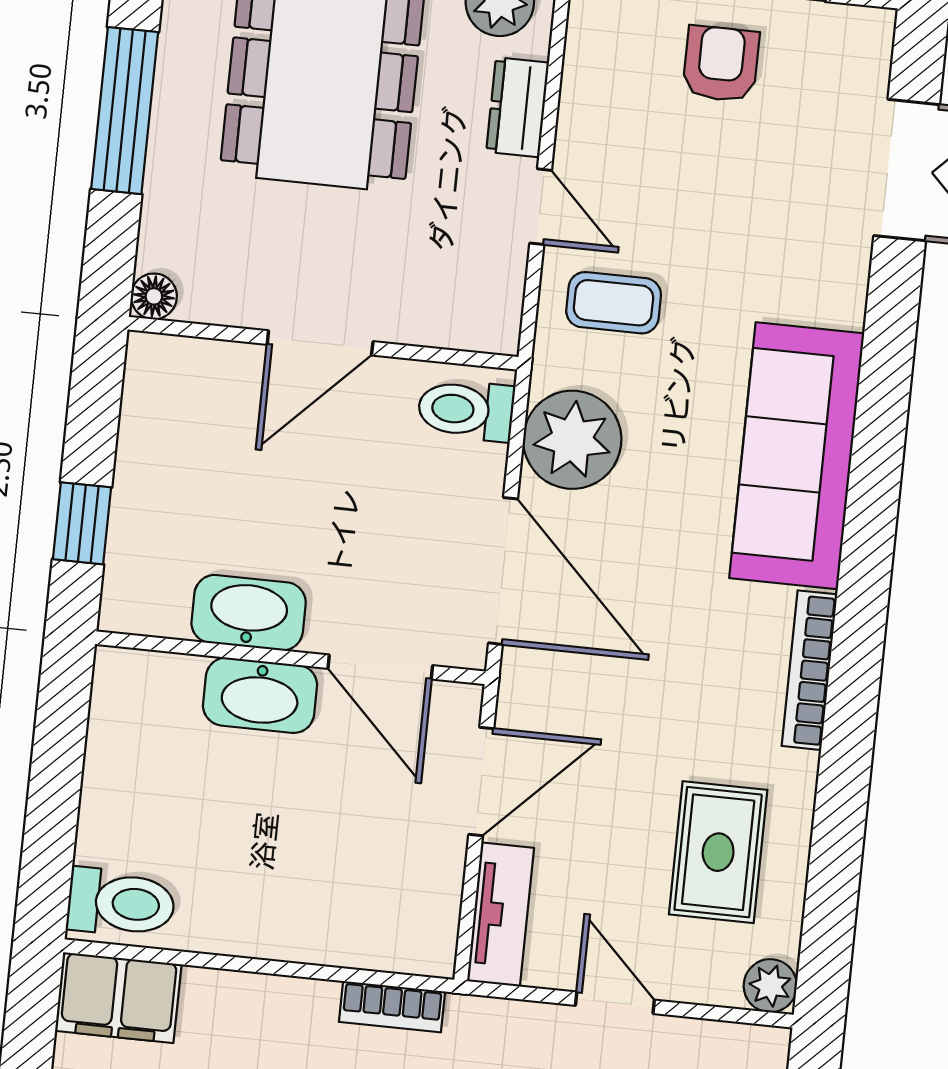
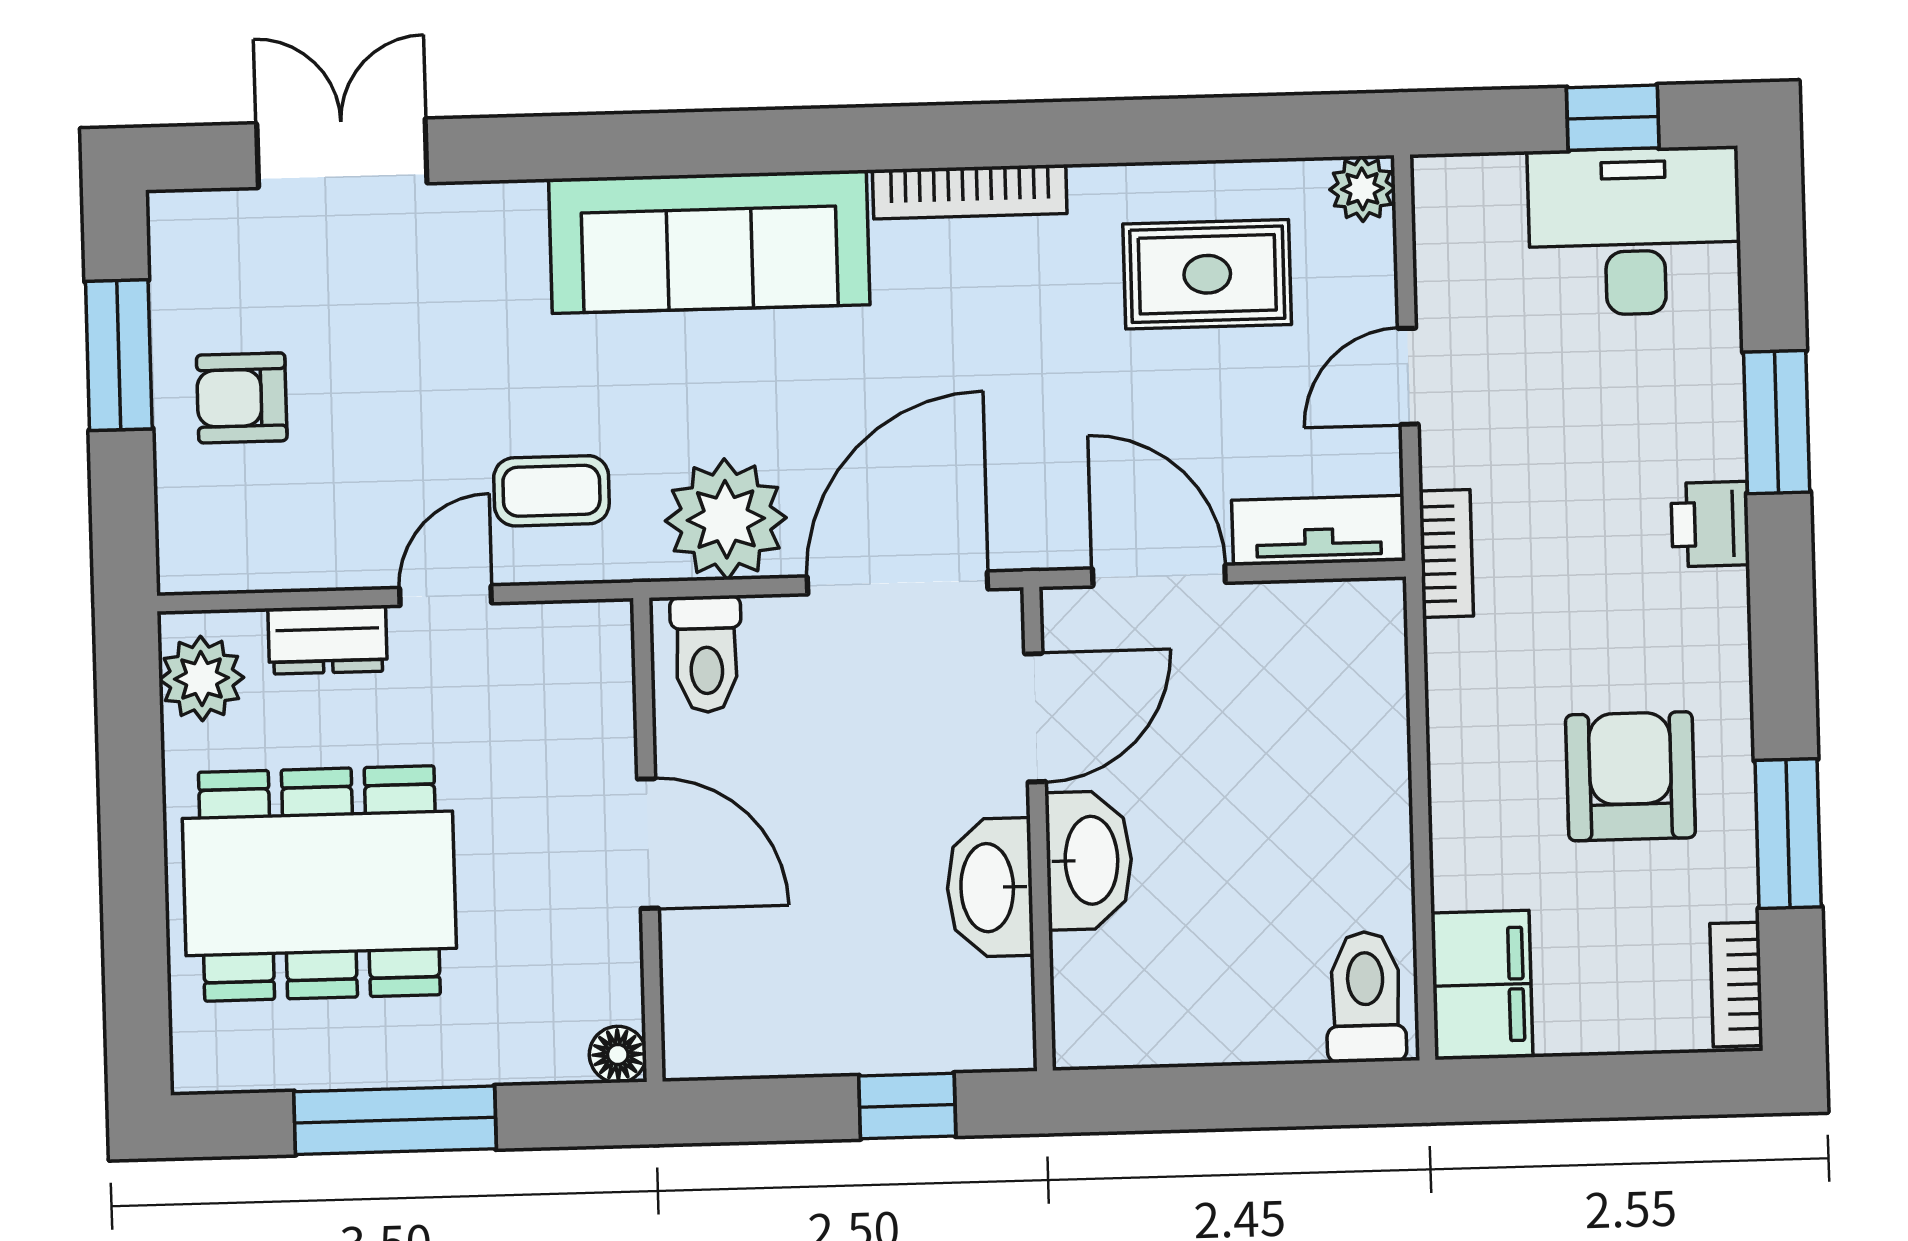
coffee table: (614, 303) -> (551, 491), turned 90
bookcase: (392, 1007) -> (1446, 553), moved

